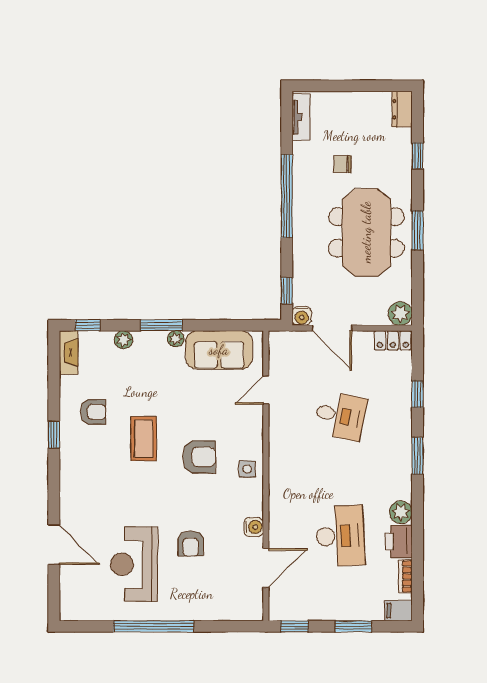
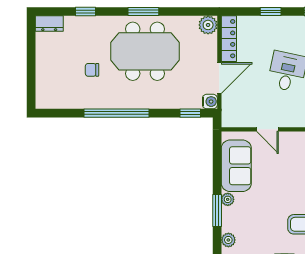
tv unit: (301, 117) -> (55, 102), removed
chair: (343, 164) -> (92, 70), turned 90
locker: (393, 340) -> (229, 39), width x1.53

